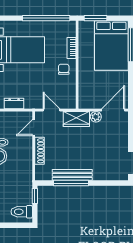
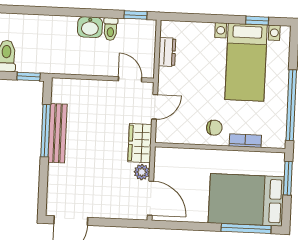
shoe rack: (39, 151) -> (95, 86), removed

